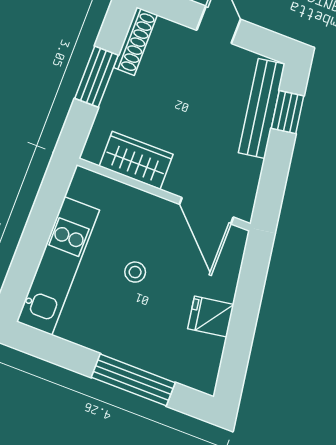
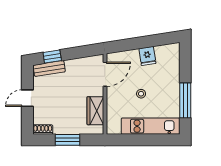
shoe rack: (135, 41) -> (43, 130), width x0.70
bench: (262, 108) -> (49, 68), width x0.73
window: (133, 380) -> (185, 100), moved

